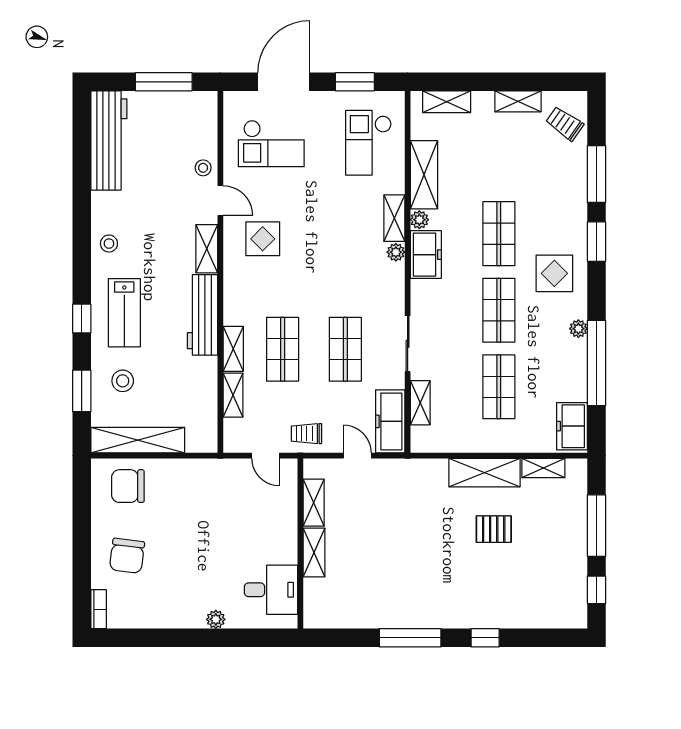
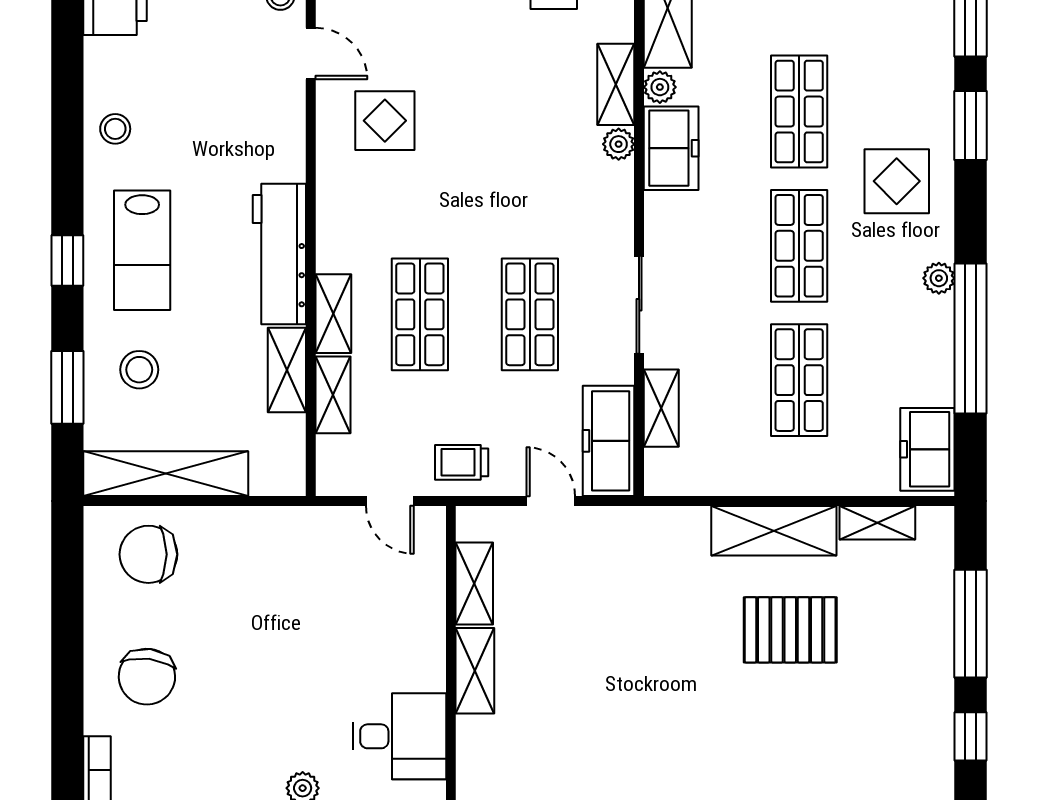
shelving: (207, 249) -> (287, 370), moved
pallet: (494, 529) -> (790, 630), width x1.50, depth x1.42

